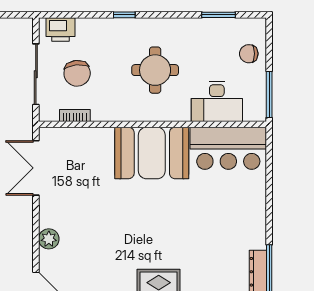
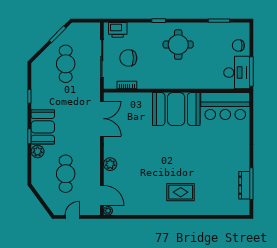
round table: (155, 70) -> (178, 45), moved
chair: (77, 73) -> (128, 58), turned 96
desk: (217, 101) -> (237, 73), moved, turned -90
double door: (36, 168) -> (102, 119), swing flipped

